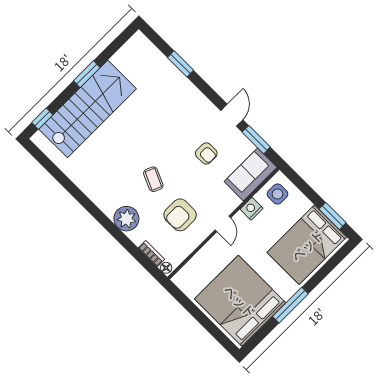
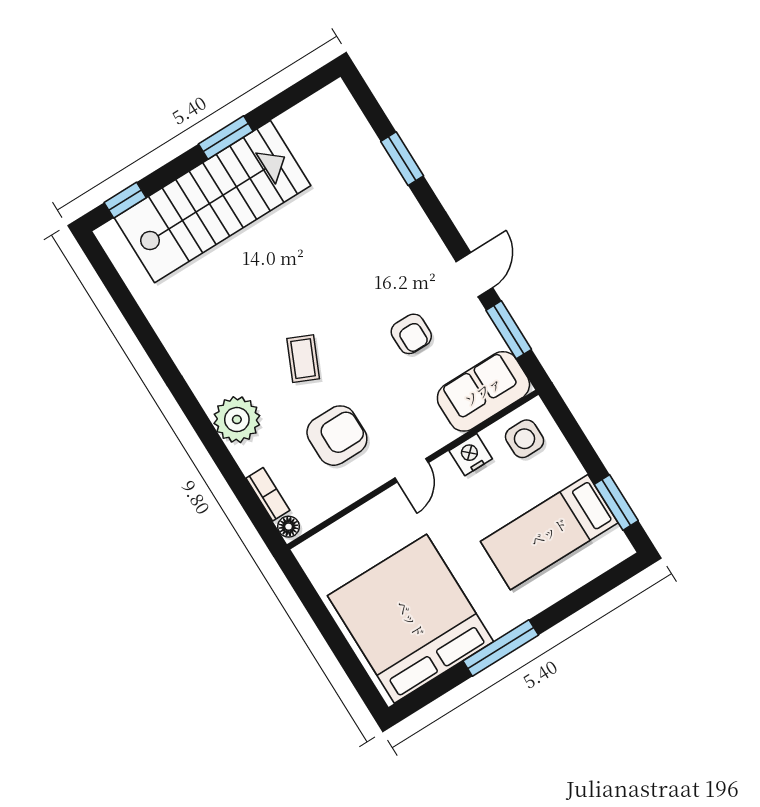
armchair: (180, 215) -> (337, 436), turned 180
bed: (307, 245) -> (549, 532), width x0.67

